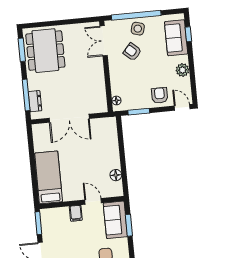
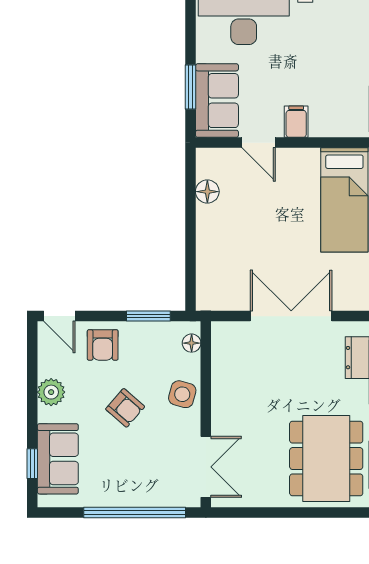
side table: (138, 29) -> (182, 394), moved
armchair: (132, 52) -> (125, 408), moved

